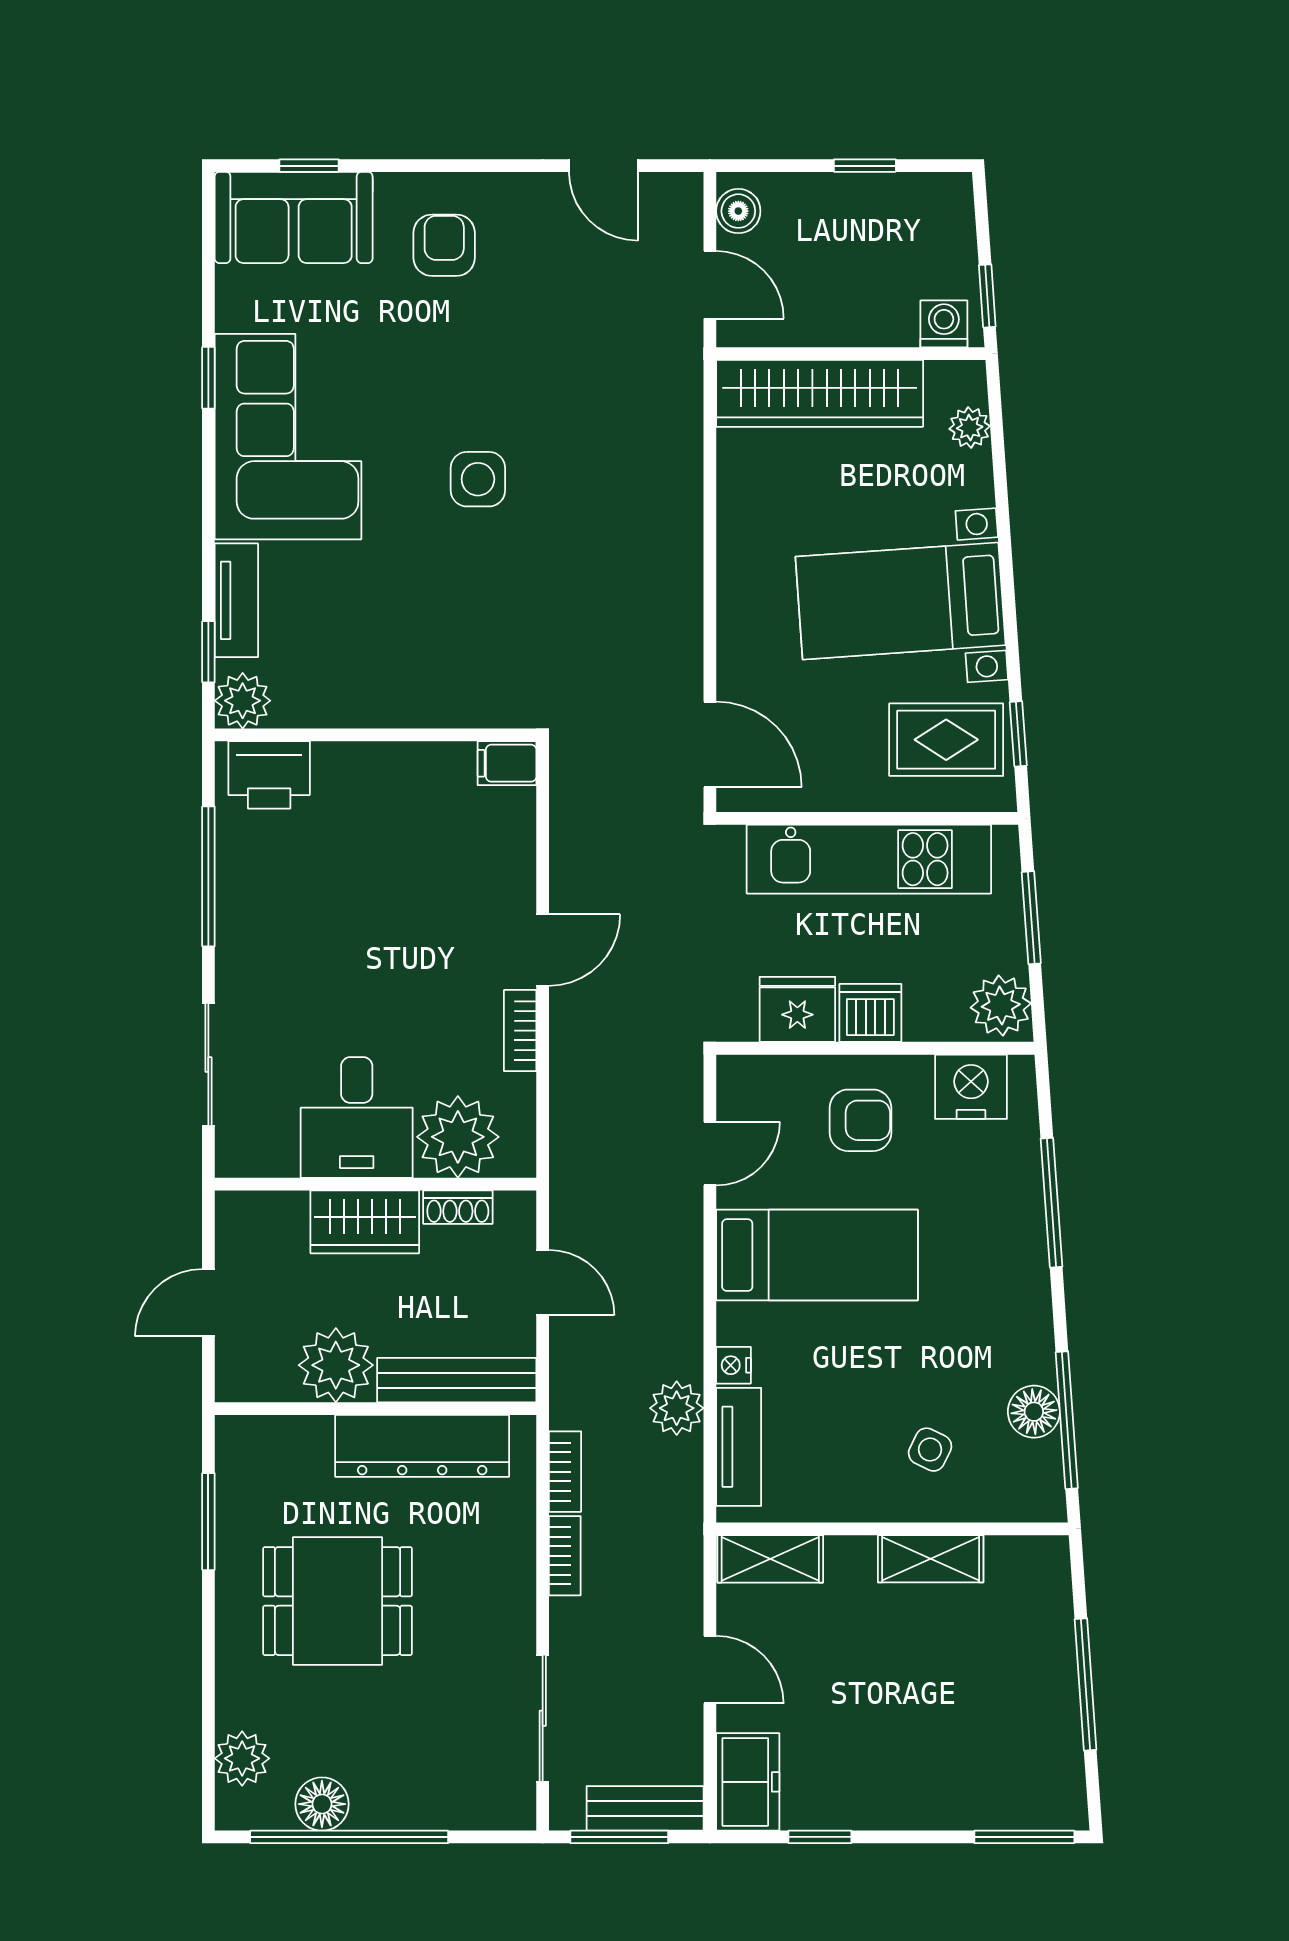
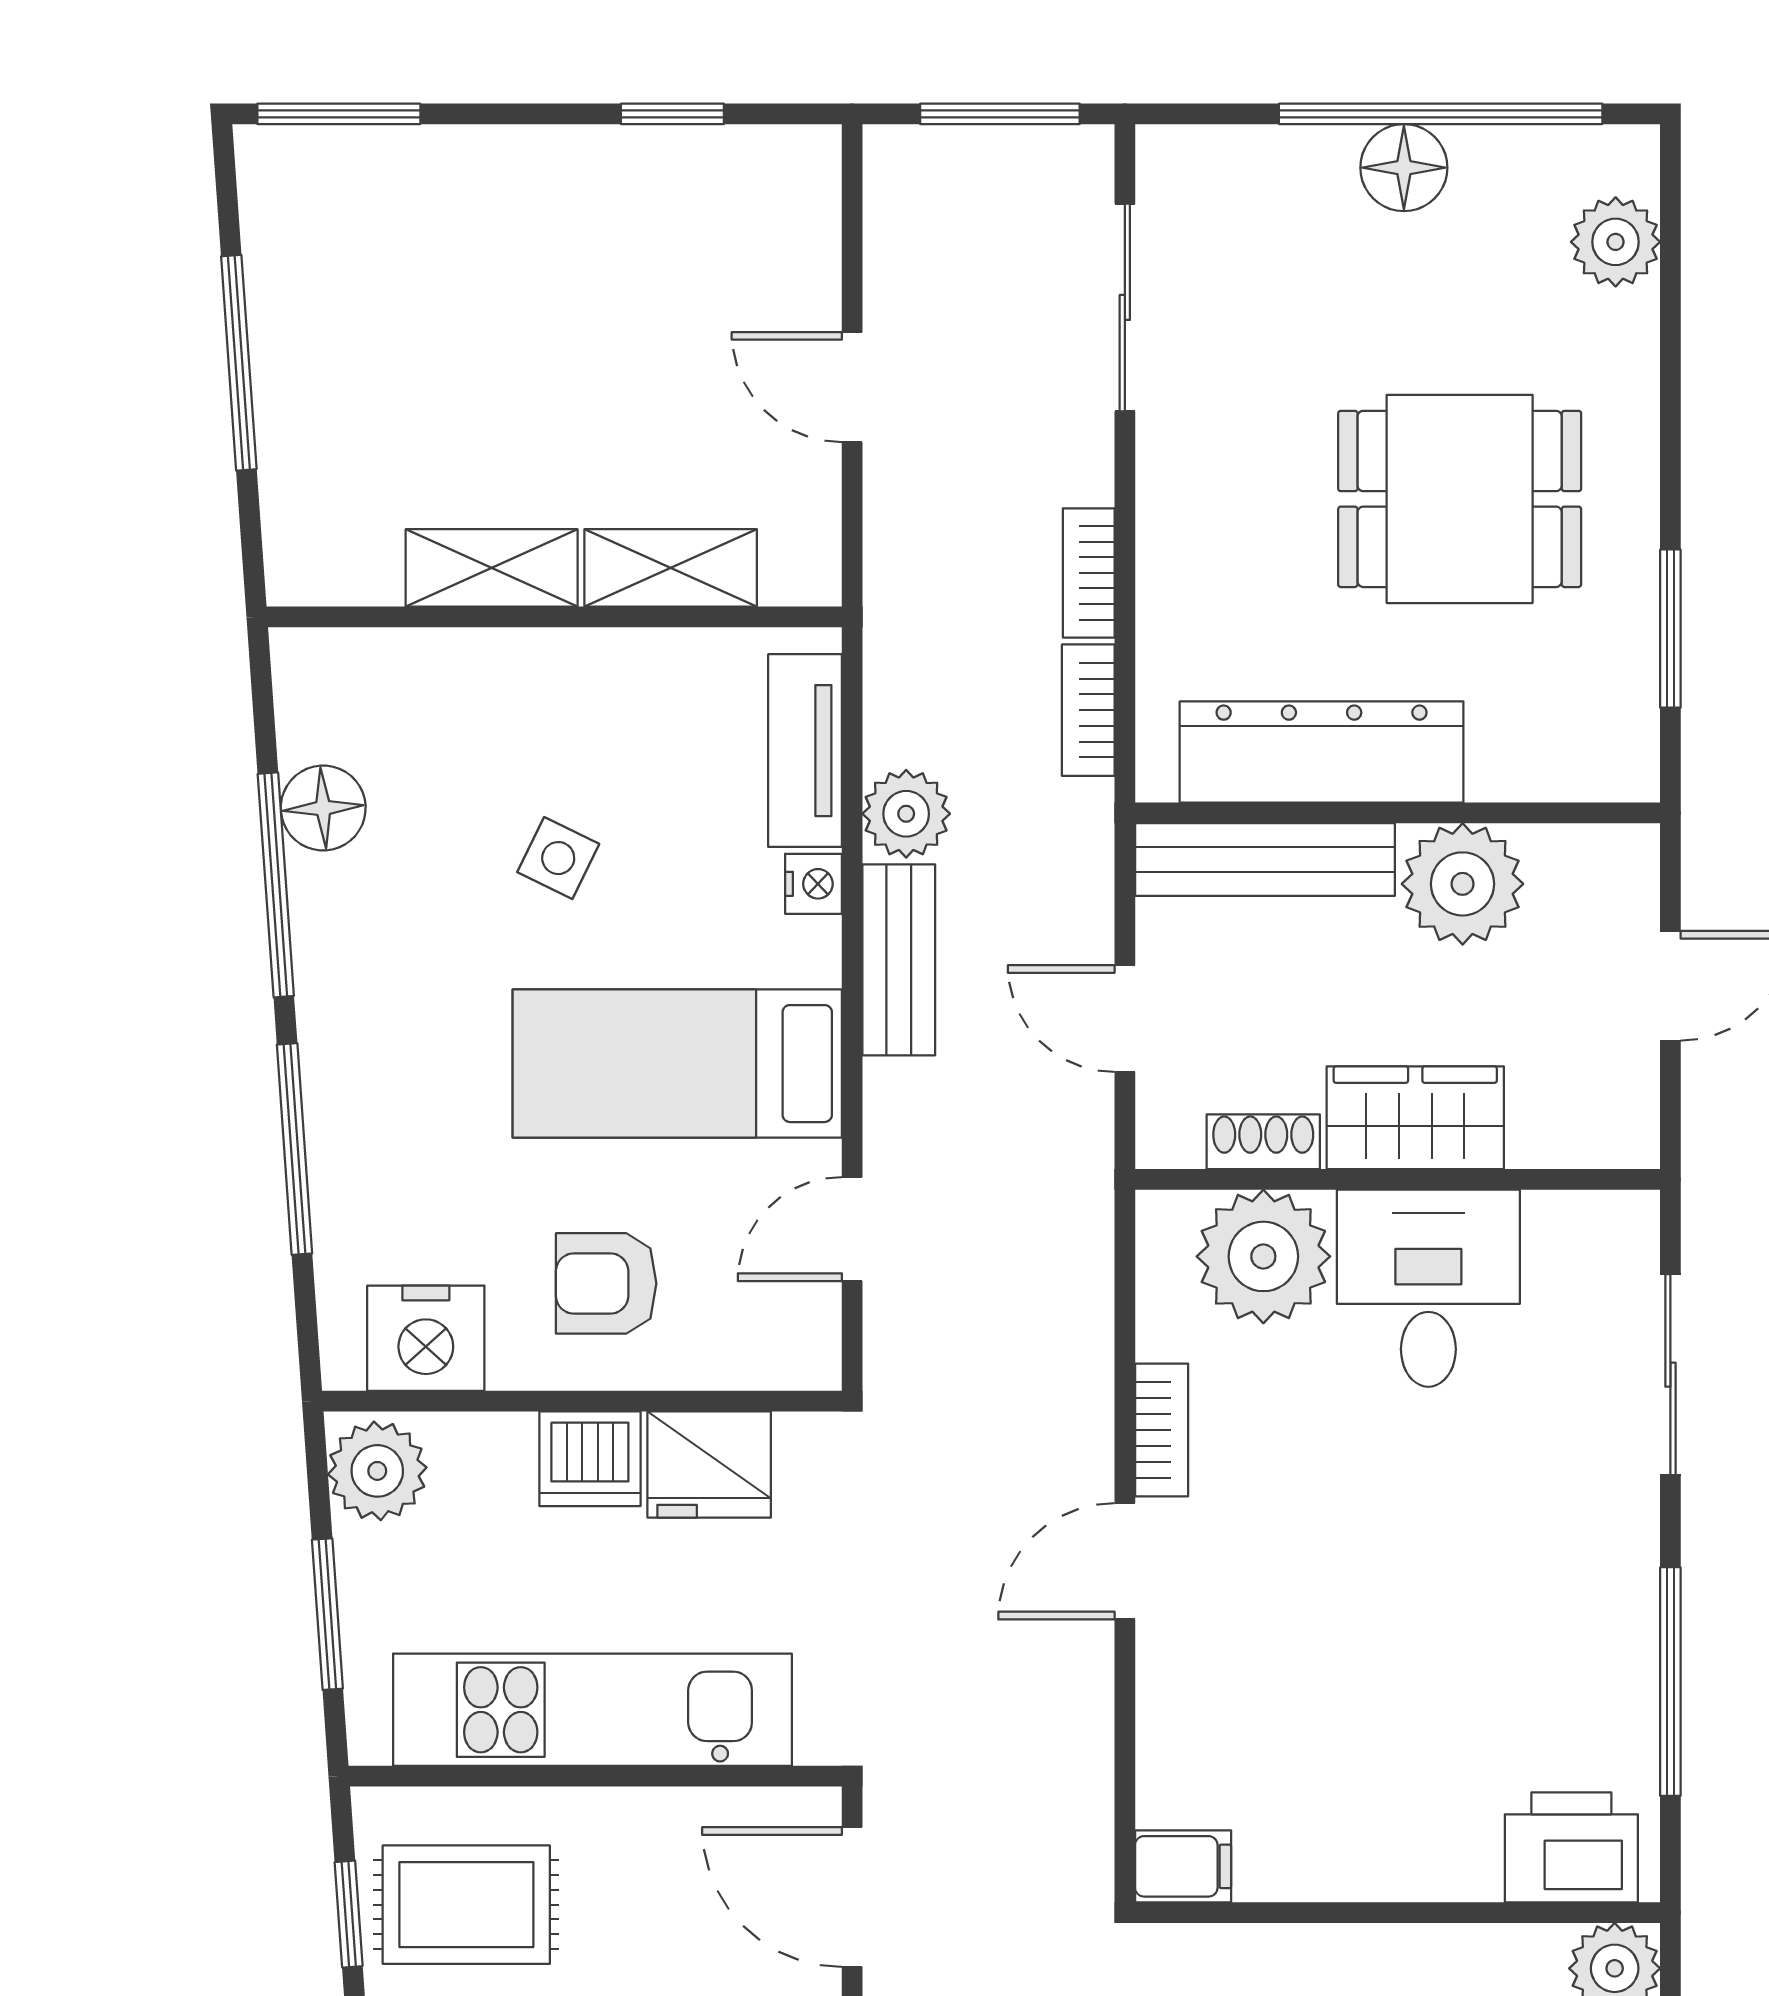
window: (1067, 1420) -> (276, 885), moved
side table: (930, 1450) -> (558, 858), moved
shelving: (770, 1559) -> (671, 568), moved
freezer: (748, 1782) -> (790, 204), removed
floor lamp: (322, 1804) -> (1404, 168), moved
bench: (645, 1808) -> (899, 960), moved, turned 90

